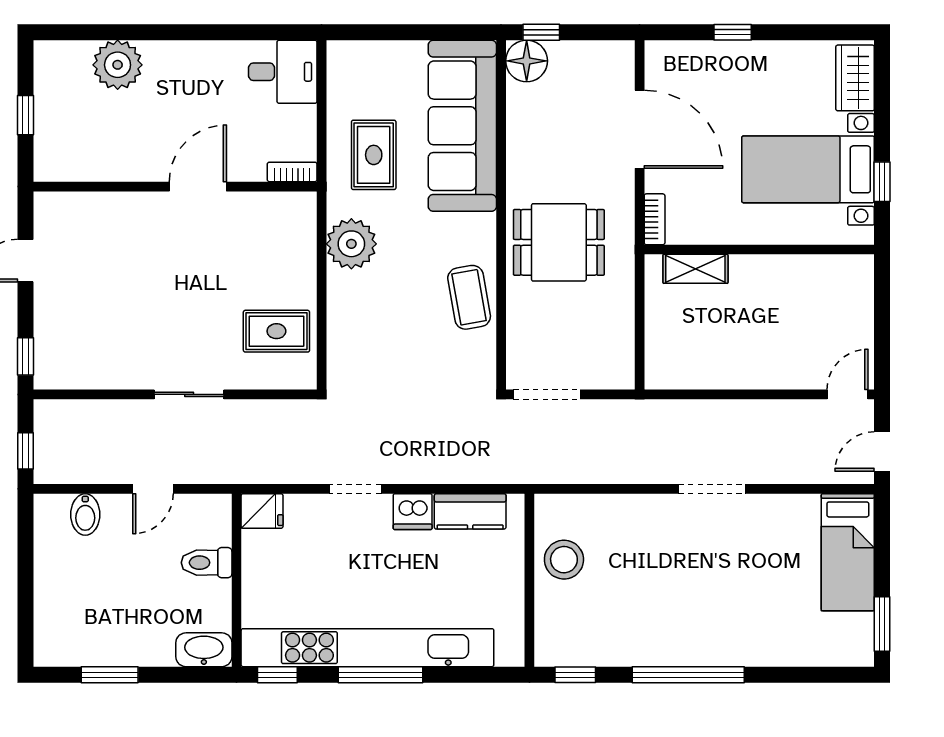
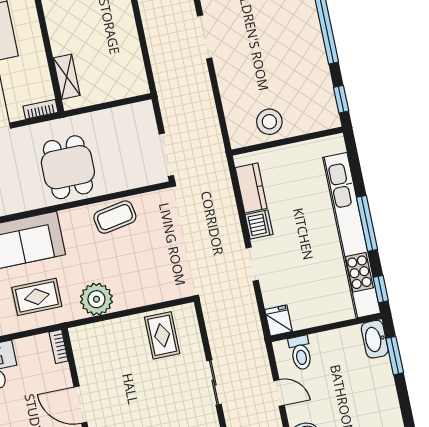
toilet: (207, 563) -> (301, 353), moved
window: (110, 675) -> (395, 356), moved

